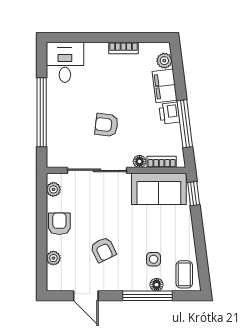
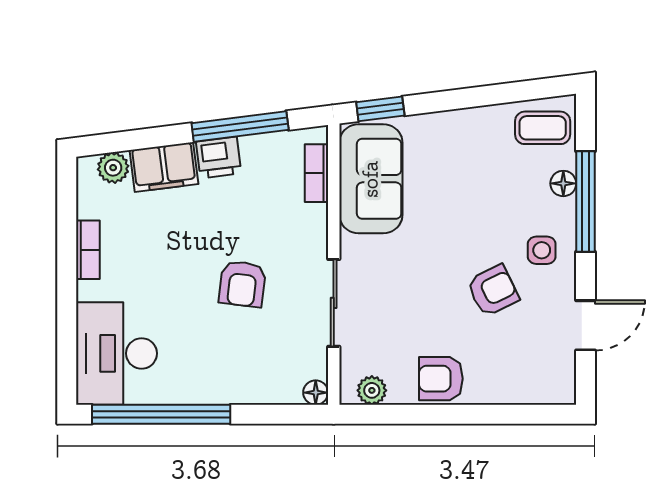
desk: (65, 62) -> (117, 353), width x1.37
window: (42, 112) -> (161, 414), moved
floor lamp: (140, 161) -> (316, 393), moved
sliding door: (97, 170) -> (334, 303), width x0.73
plant: (53, 258) -> (510, 391), removed
side table: (154, 259) -> (542, 250), moved

